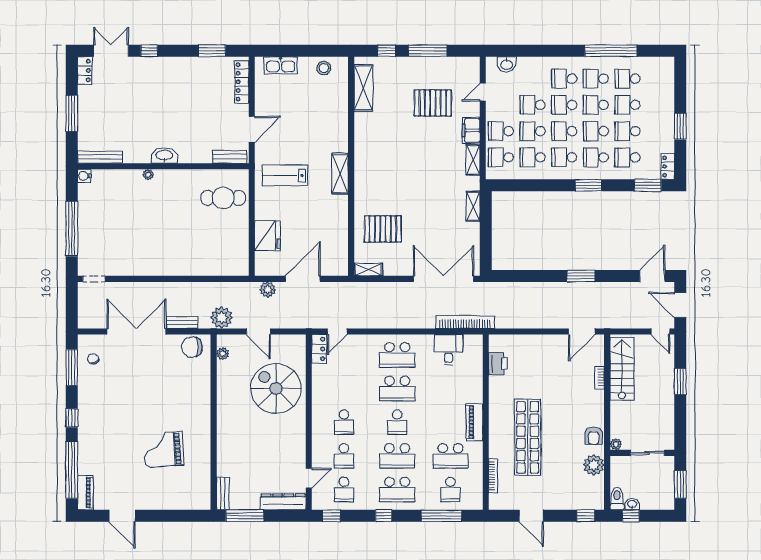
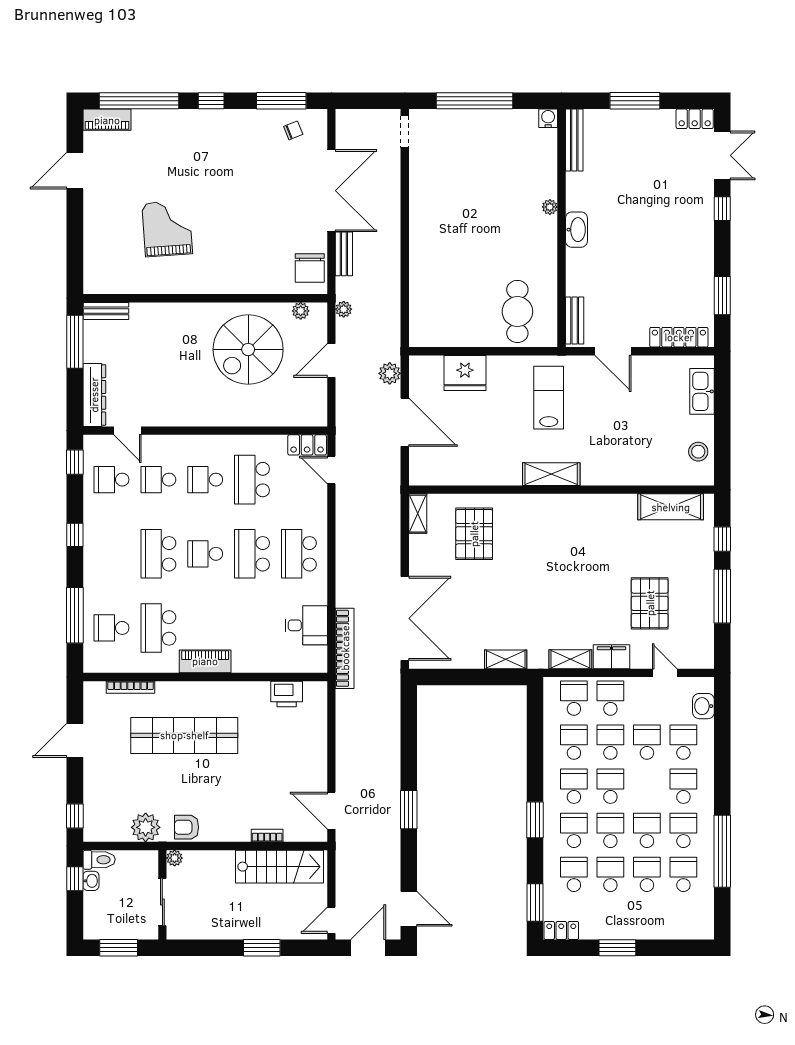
school desk: (564, 105) -> (683, 742), moved
plant: (222, 318) -> (344, 309), width x0.53, depth x0.53
chair: (192, 347) -> (310, 268), turned 180
spiral stairs: (276, 388) -> (248, 350), moved, turned 180
school desk: (397, 489) -> (252, 480), moved

